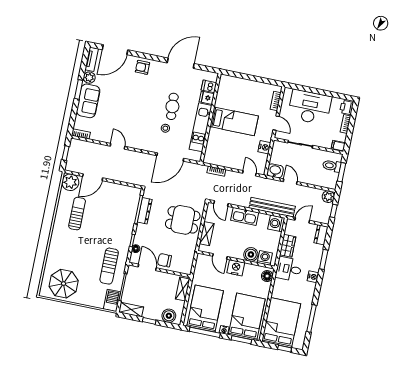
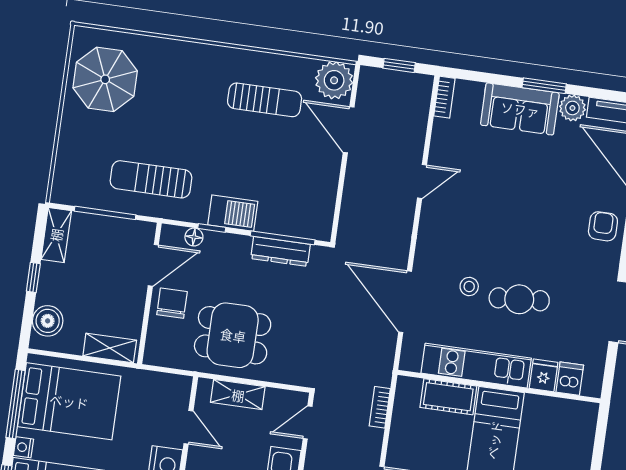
cot: (214, 141) -> (448, 397), added
dining table: (183, 220) -> (233, 335), moved, turned 90
door: (220, 256) -> (188, 427), swing flipped
barbecue: (112, 300) -> (233, 213), moved

